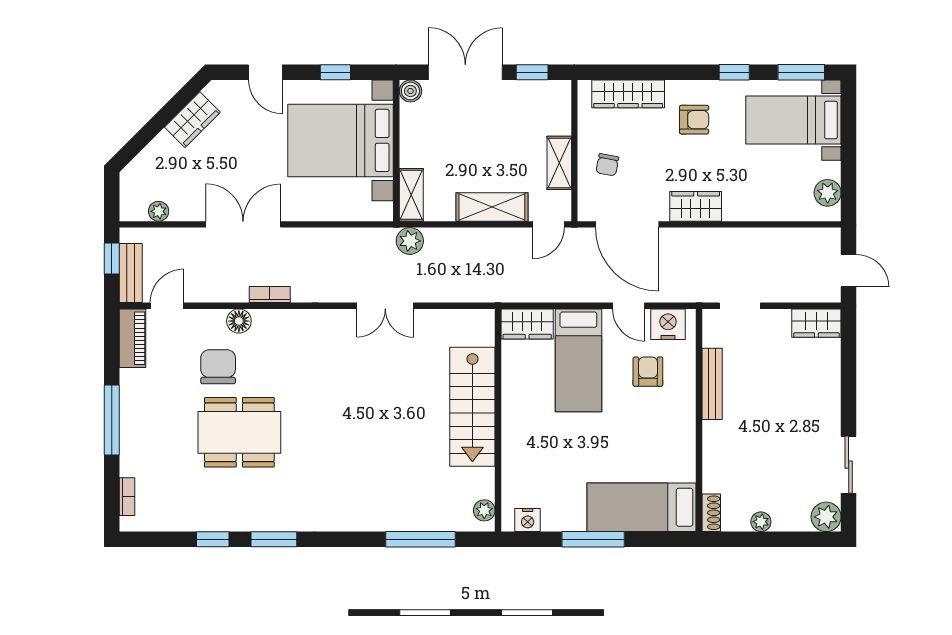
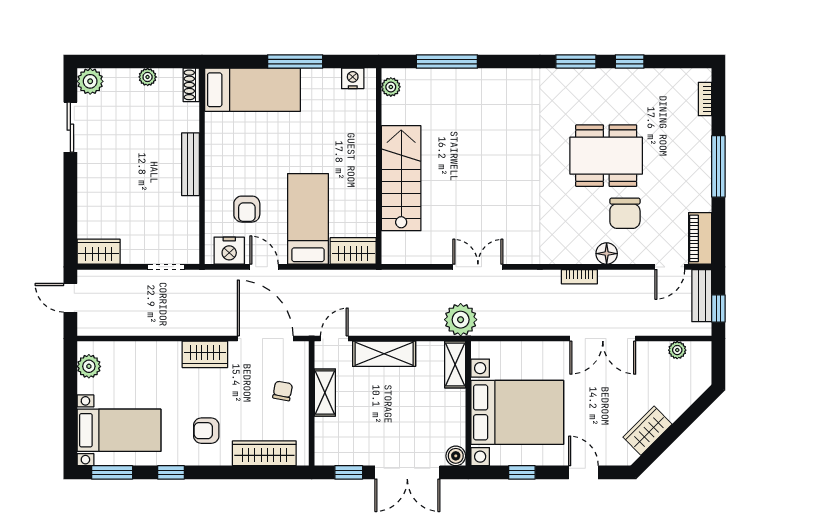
plant: (410, 241) -> (461, 320), width x1.36, depth x1.36
bench: (712, 384) -> (190, 164), moved

